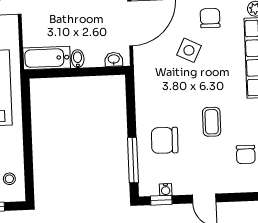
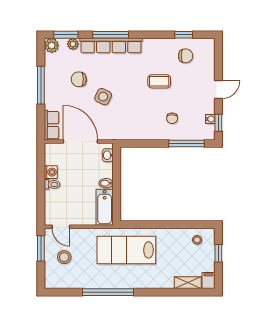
chair: (165, 140) -> (172, 118), width x0.54, depth x0.54

